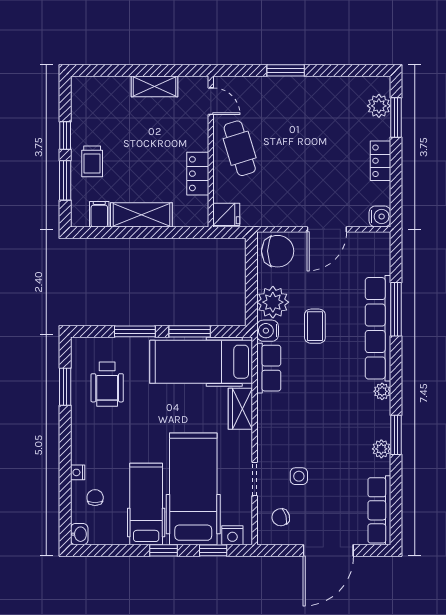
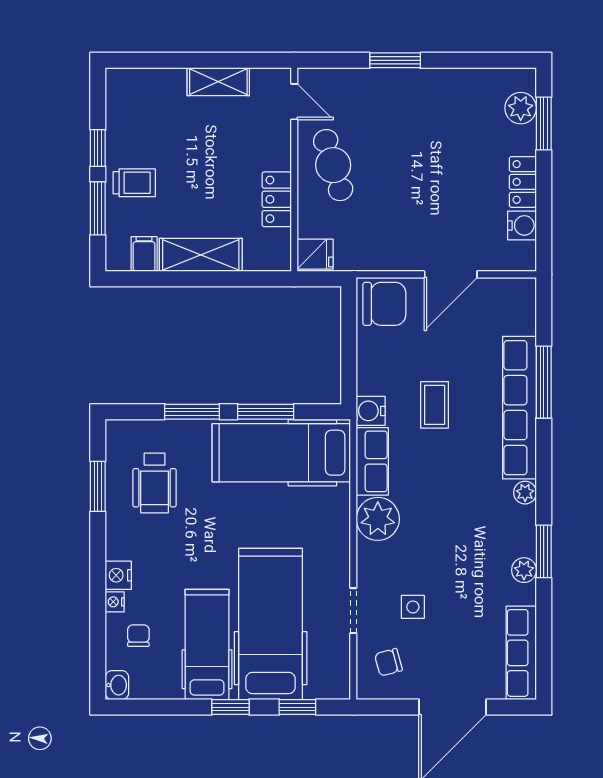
trolley: (92, 161) -> (134, 183), turned -90
water cooler: (380, 217) -> (522, 225), moved
plant: (273, 302) -> (378, 519), moved
wardrobe: (240, 409) -> (334, 516), removed
nightstand: (232, 535) -> (118, 575), moved, turned 90

